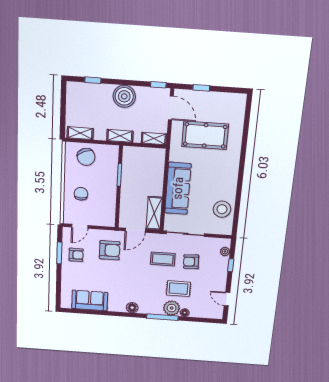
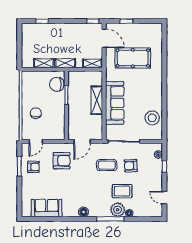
boiler: (124, 96) -> (67, 32), removed
shelving: (80, 133) -> (44, 63), moved
chair: (86, 157) -> (57, 84), moved, turned 112
shelving: (154, 213) -> (97, 100), moved

